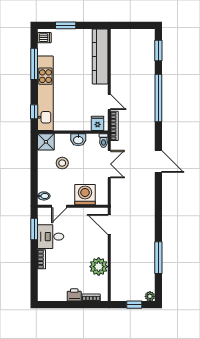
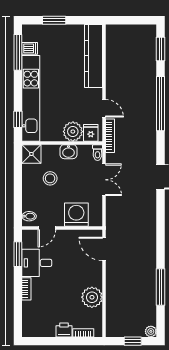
dishwasher: (44, 38) -> (30, 48), moved
window: (34, 64) -> (18, 52), moved
plant: (82, 122) -> (73, 132), added

